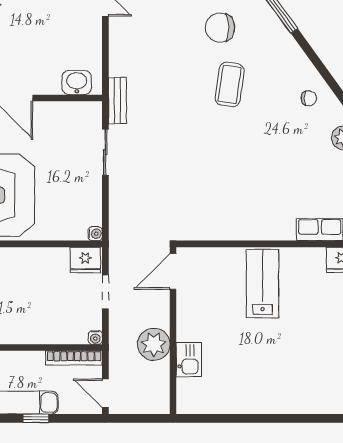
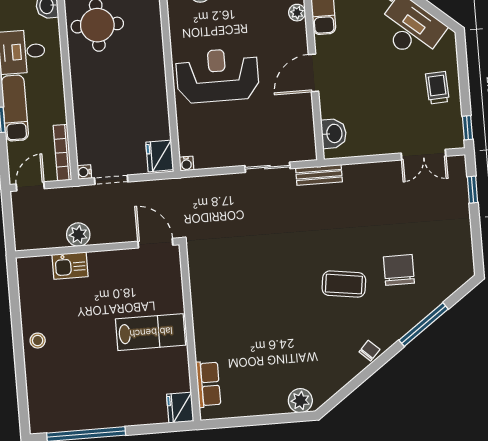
chair: (309, 98) -> (369, 351), moved, turned -137
doorway: (105, 292) -> (111, 180), moved
plant: (154, 344) -> (78, 235), width x0.73, depth x0.73
stool: (262, 398) -> (38, 341), added

